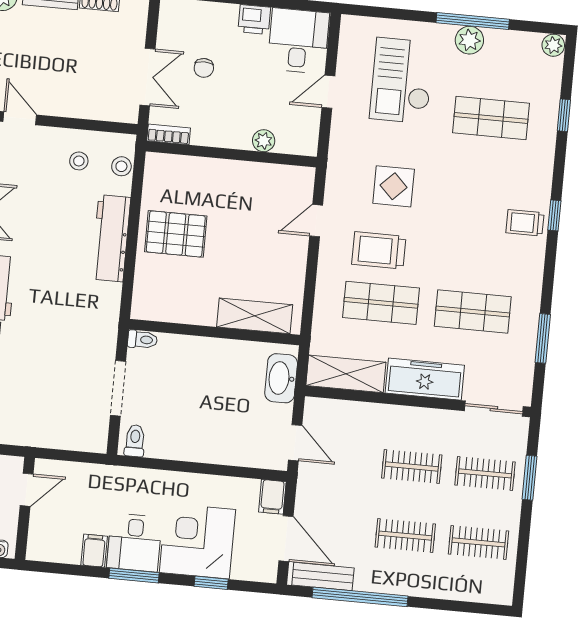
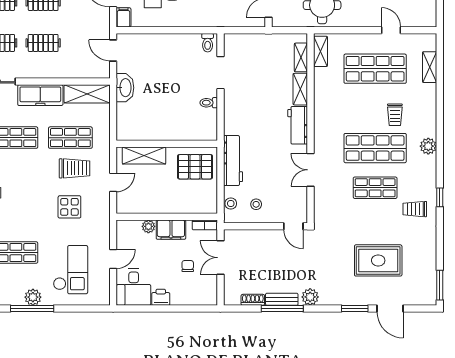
filing cabinet: (226, 132) -> (171, 230), added
shelving: (255, 316) -> (144, 156), moved
wall: (214, 332) -> (167, 144), moved

